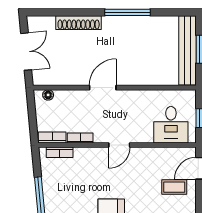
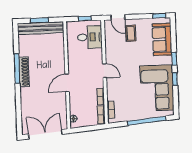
shoe rack: (79, 23) -> (24, 72), moved
double door: (26, 52) -> (45, 134), width x1.37
door: (103, 88) -> (67, 83), hinge flipped

